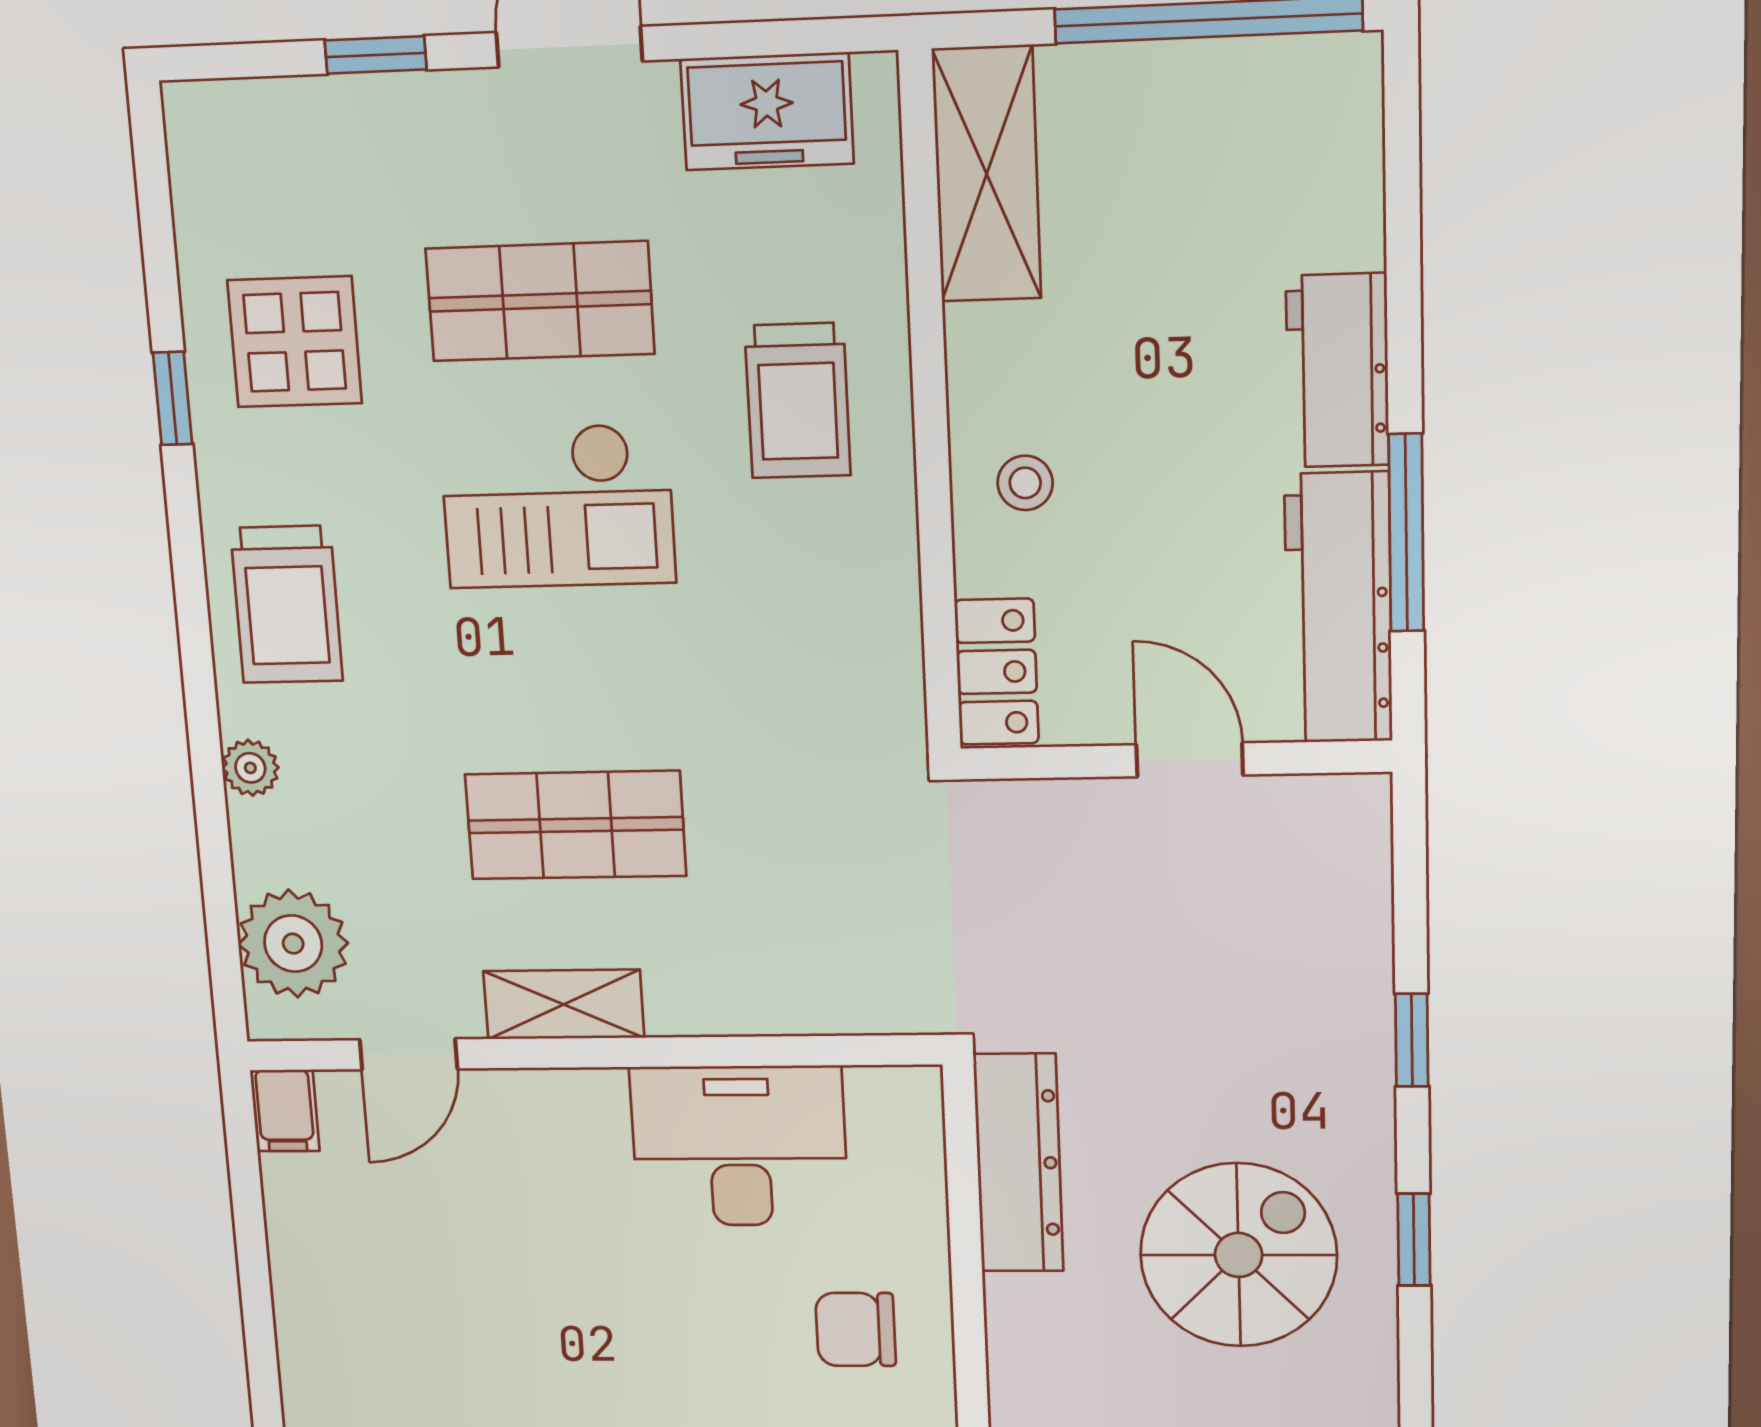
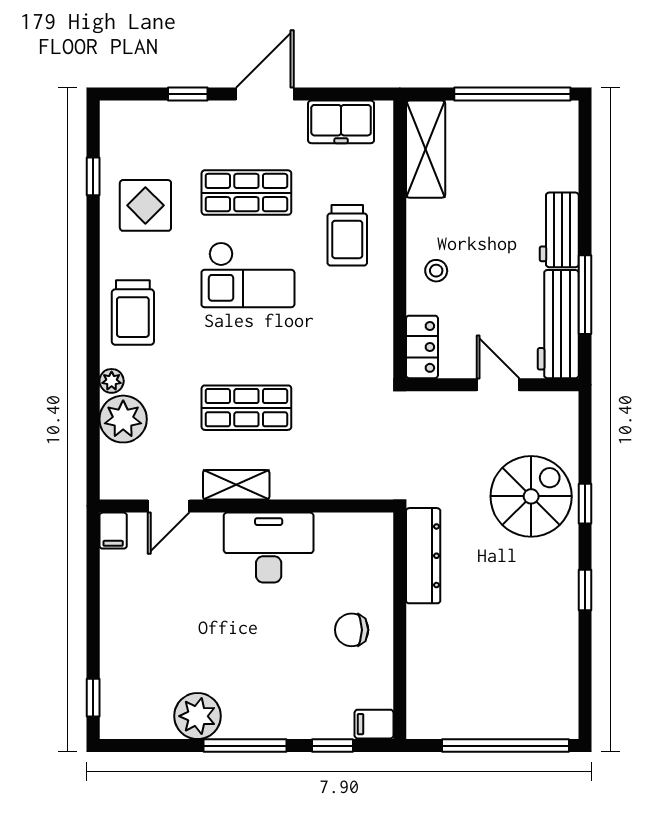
window: (173, 398) -> (93, 176), moved
plant: (293, 944) -> (123, 419), moved
desk: (739, 1146) -> (269, 548), moved
spiral stairs: (1239, 1255) -> (531, 496), moved

